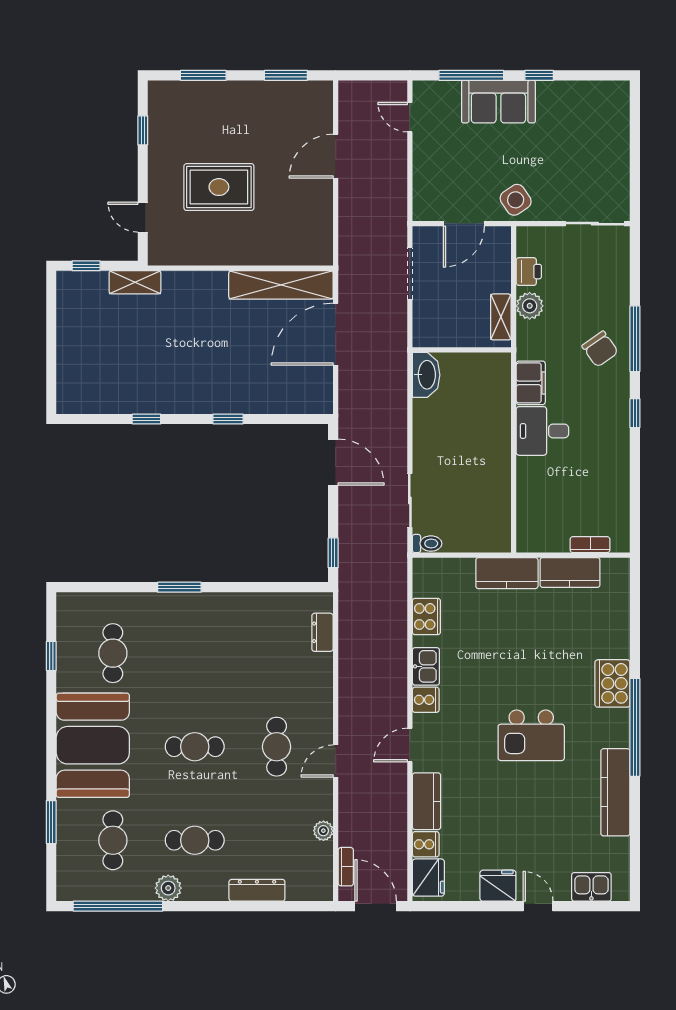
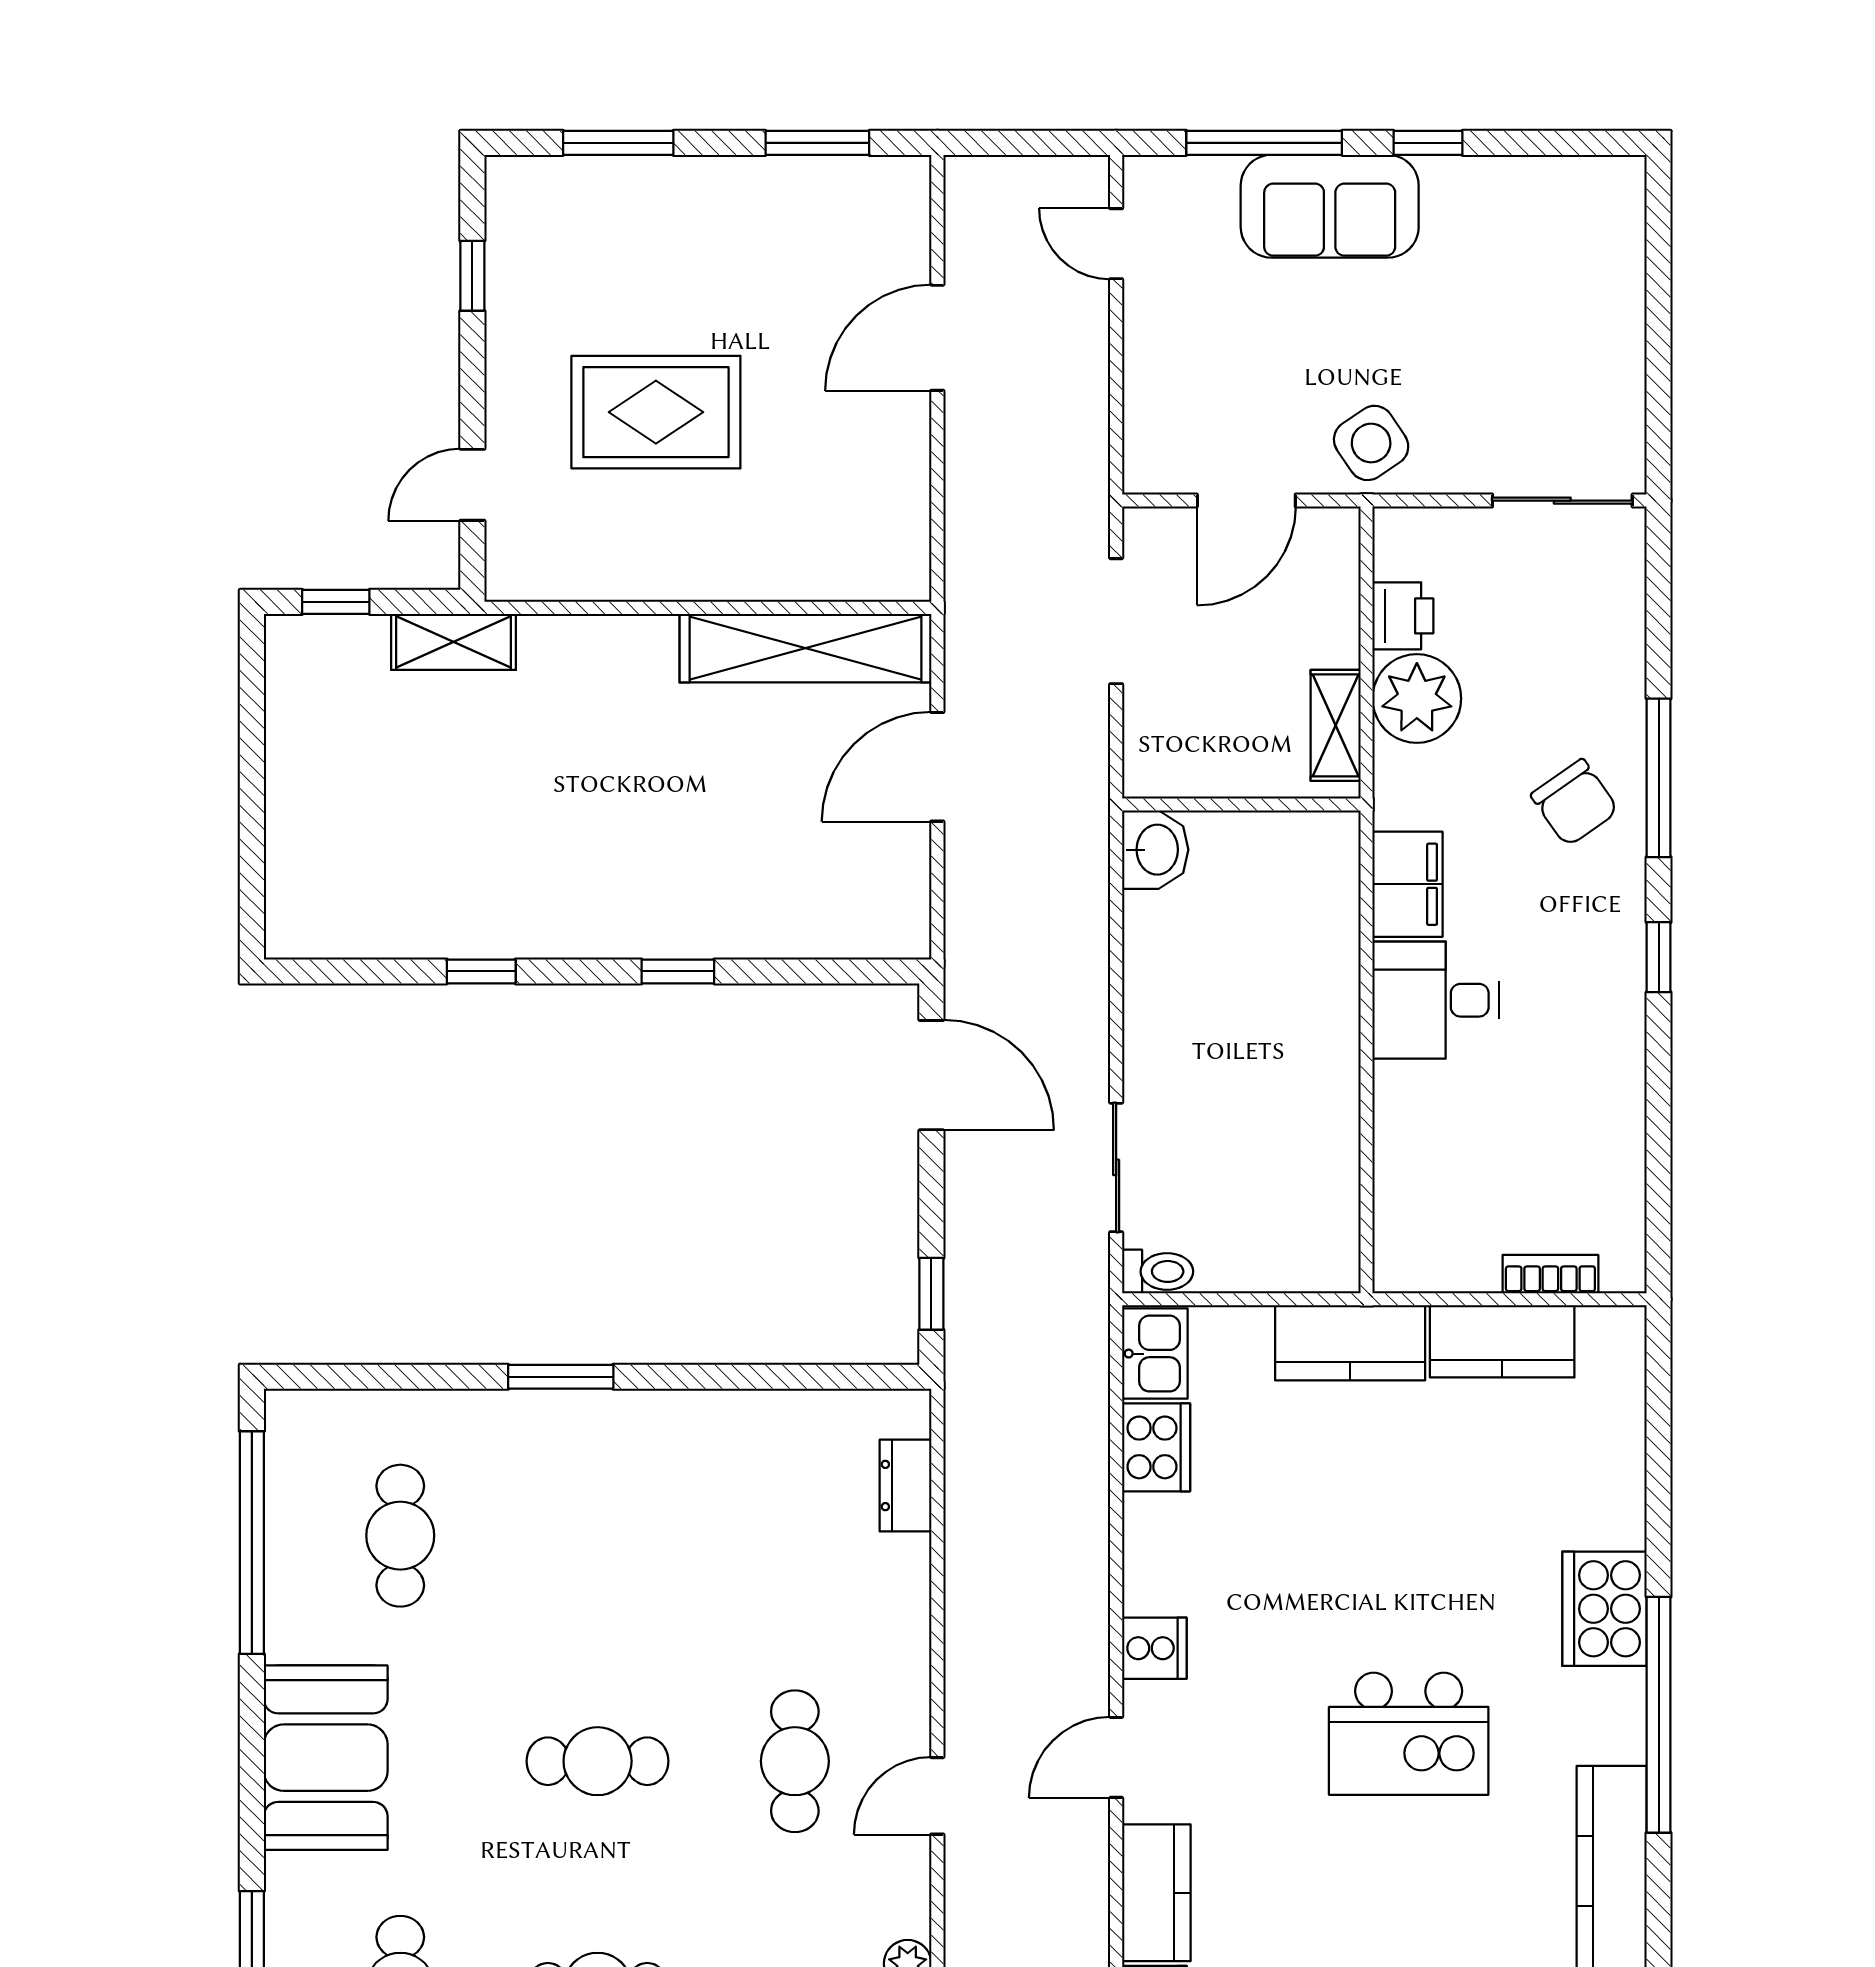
door: (143, 217) -> (472, 485), hinge flipped
plant: (530, 306) -> (1417, 698), width x1.36, depth x1.36
door: (336, 334) -> (937, 767), width x0.73
washbasin: (426, 375) -> (1155, 850), width x0.72
window: (51, 656) -> (252, 1543), width x3.17
kitchen sink: (426, 666) -> (1155, 1354), moved
booth: (93, 745) -> (326, 1758), width x0.73, depth x0.70

